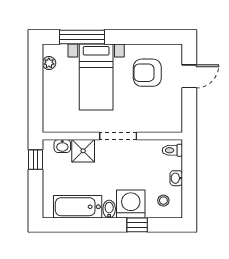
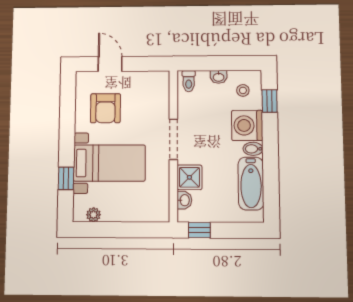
window: (82, 37) -> (66, 178), width x0.46
window: (137, 225) -> (270, 101), moved

